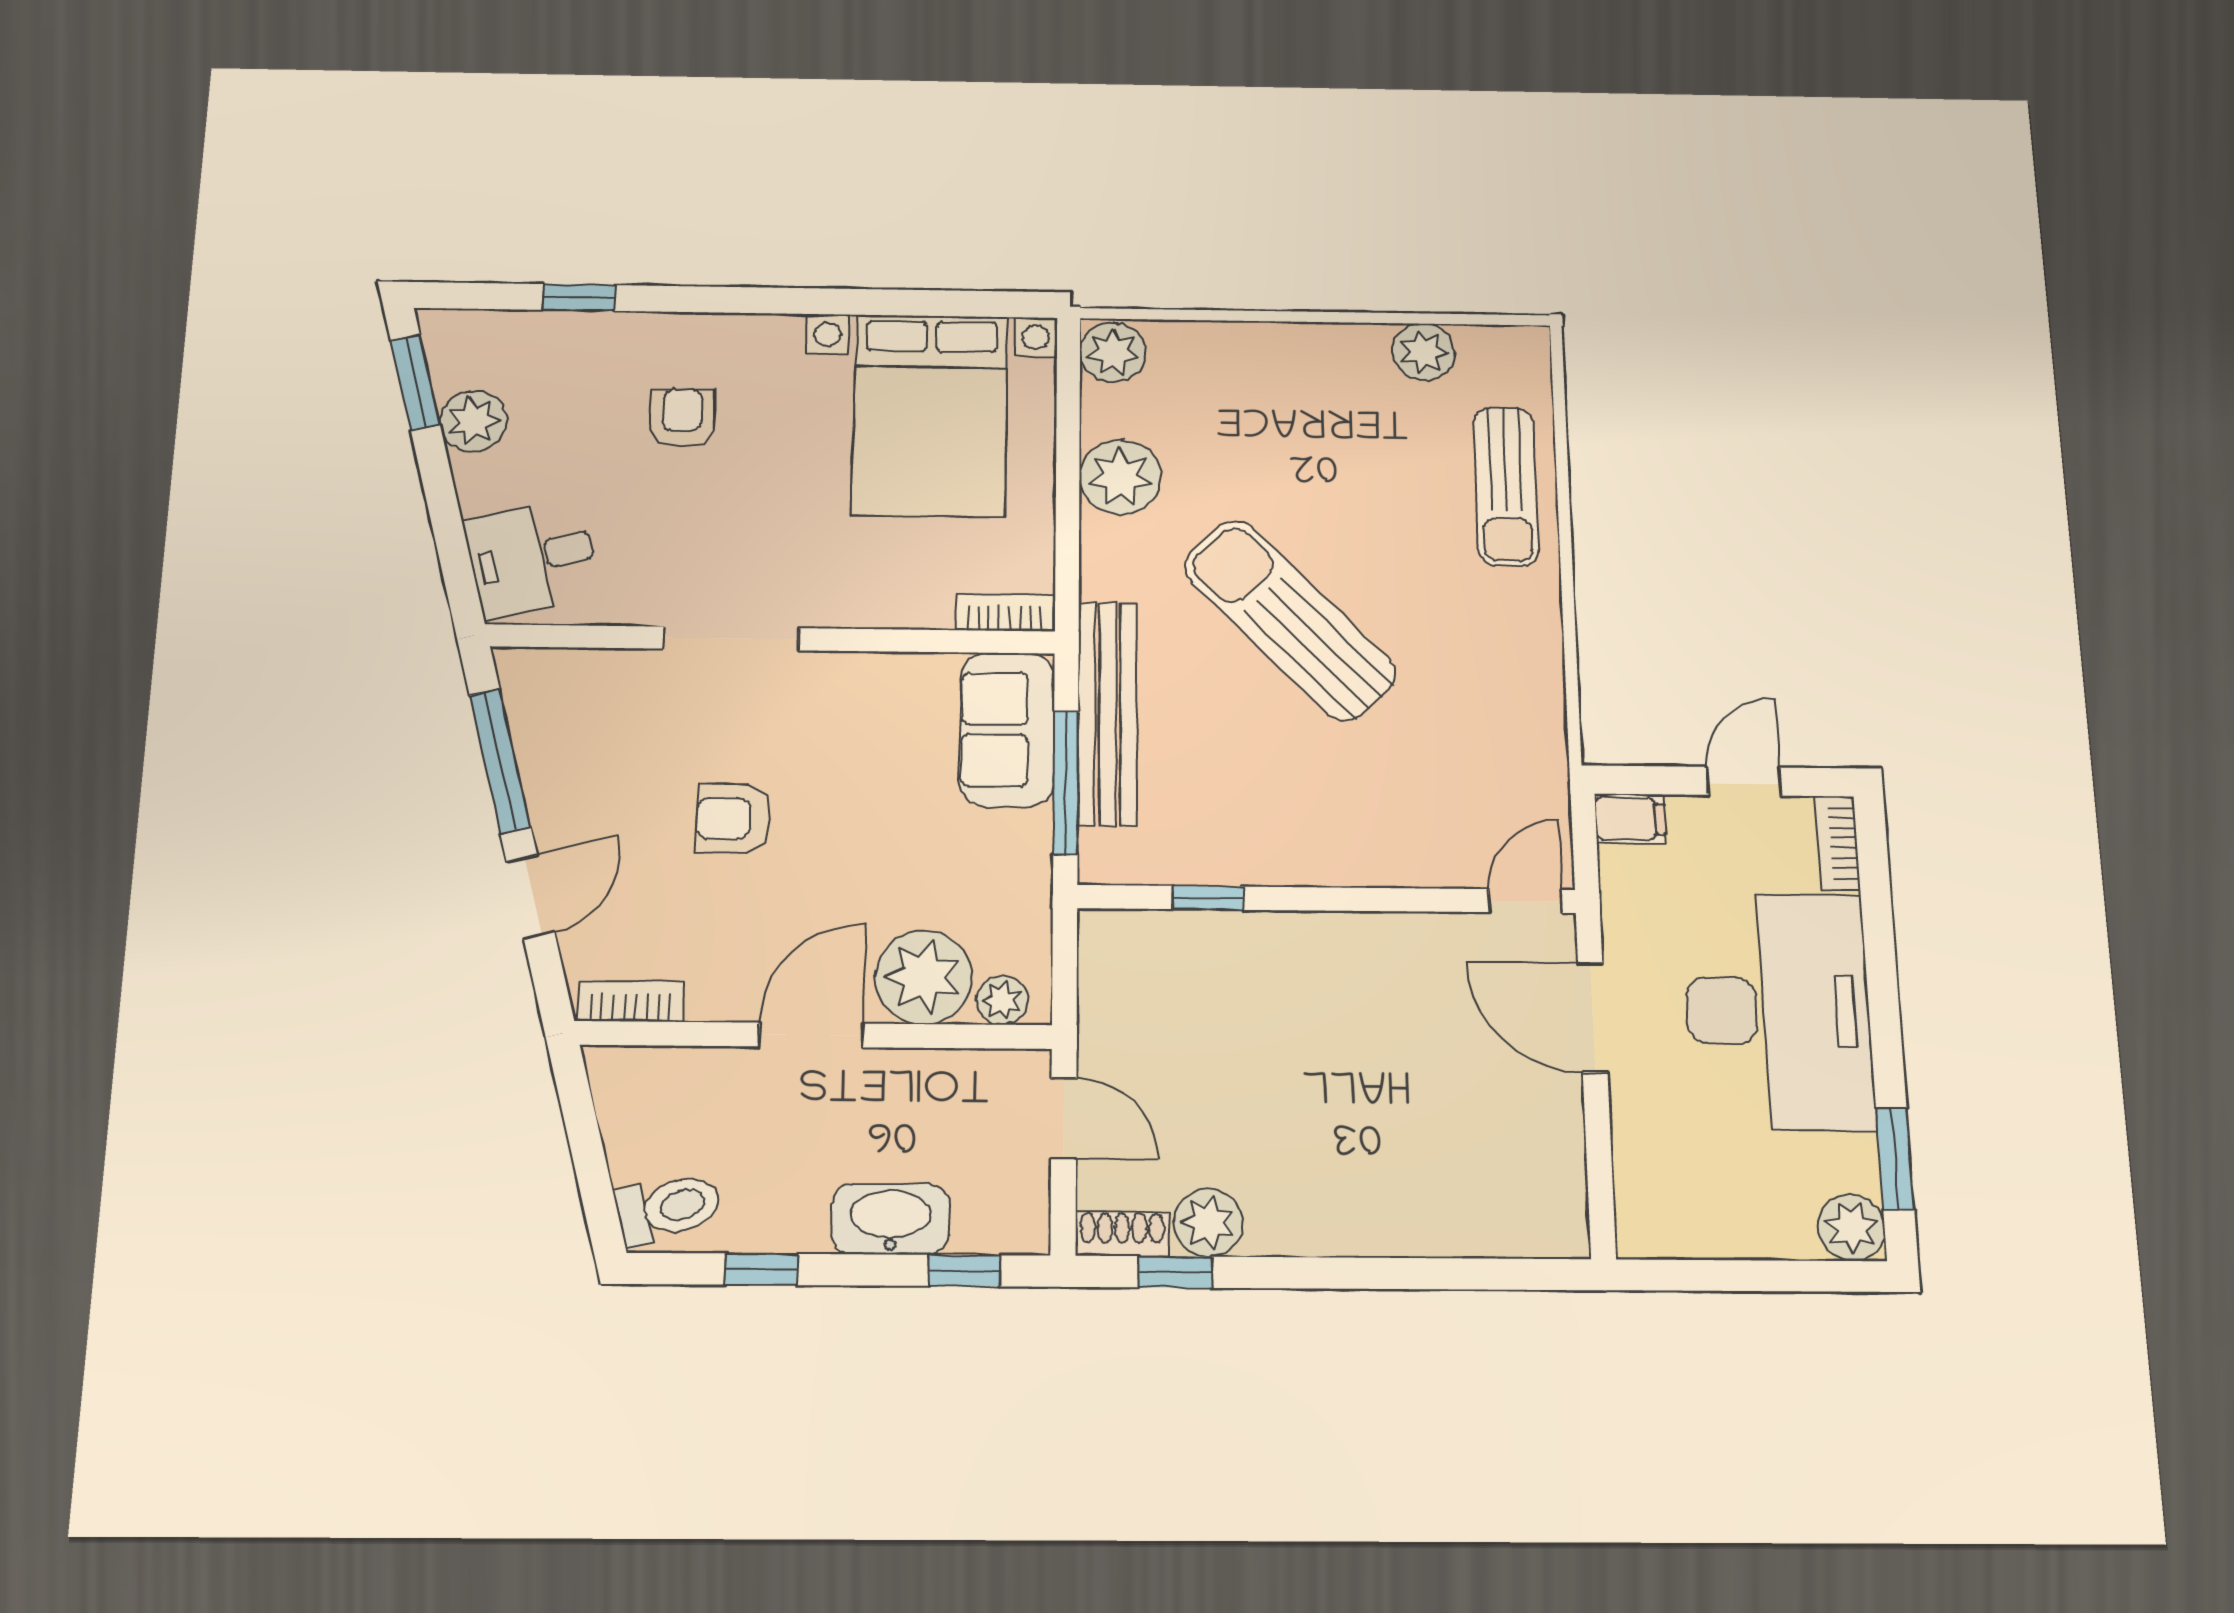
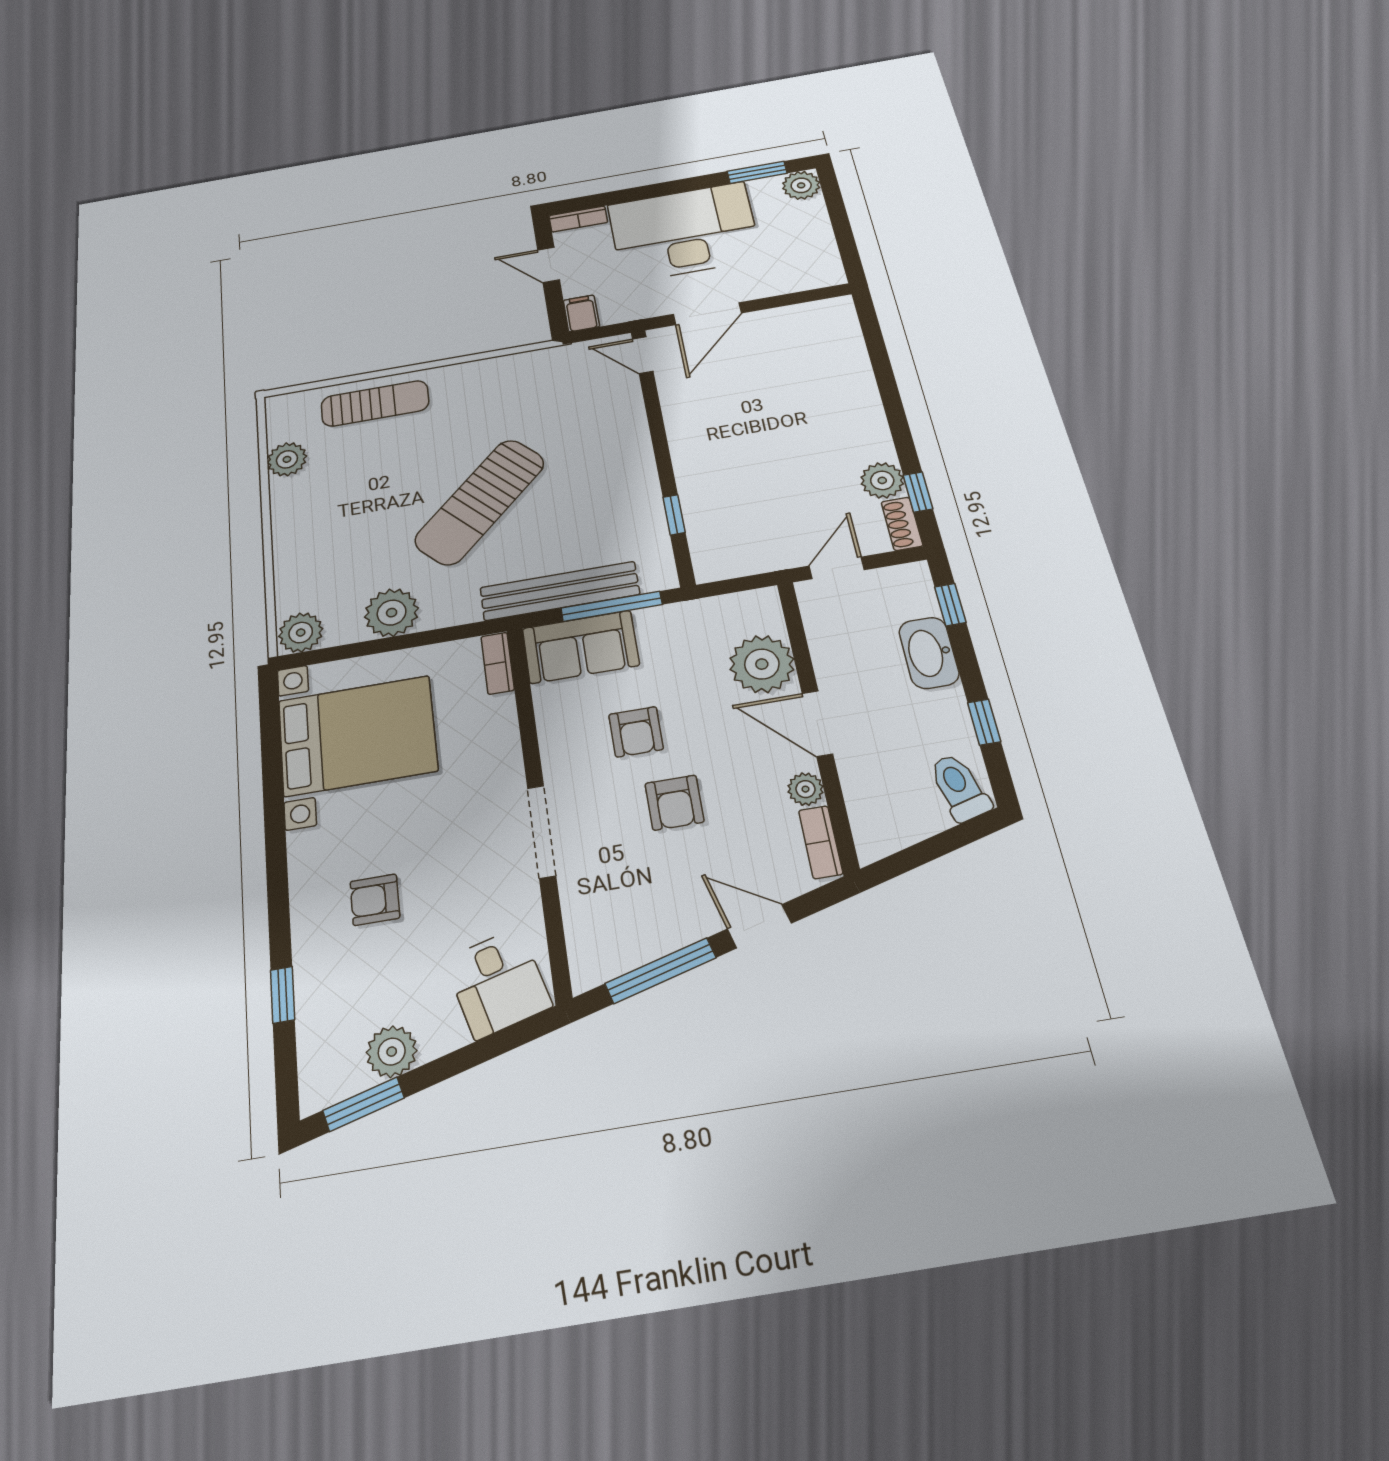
armchair: (854, 785) -> (636, 732), added
plant: (1002, 1000) -> (805, 789), moved

